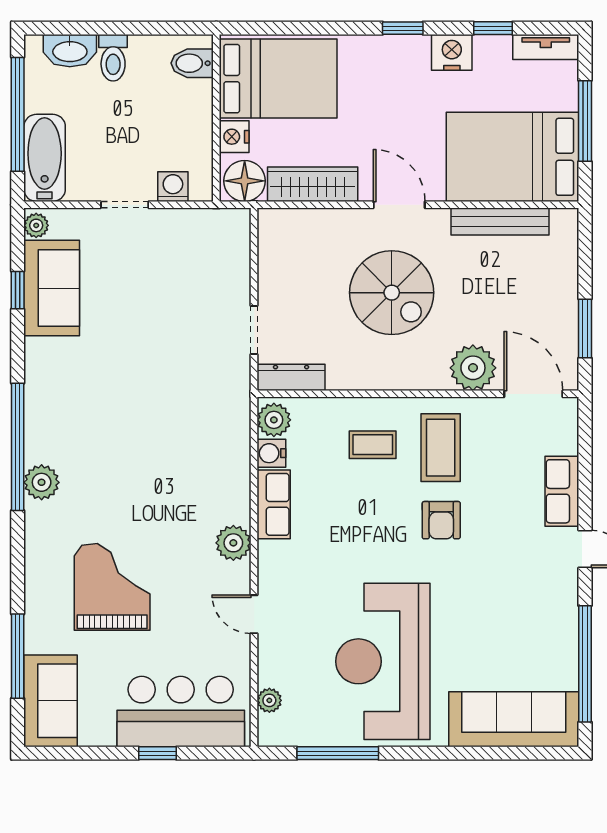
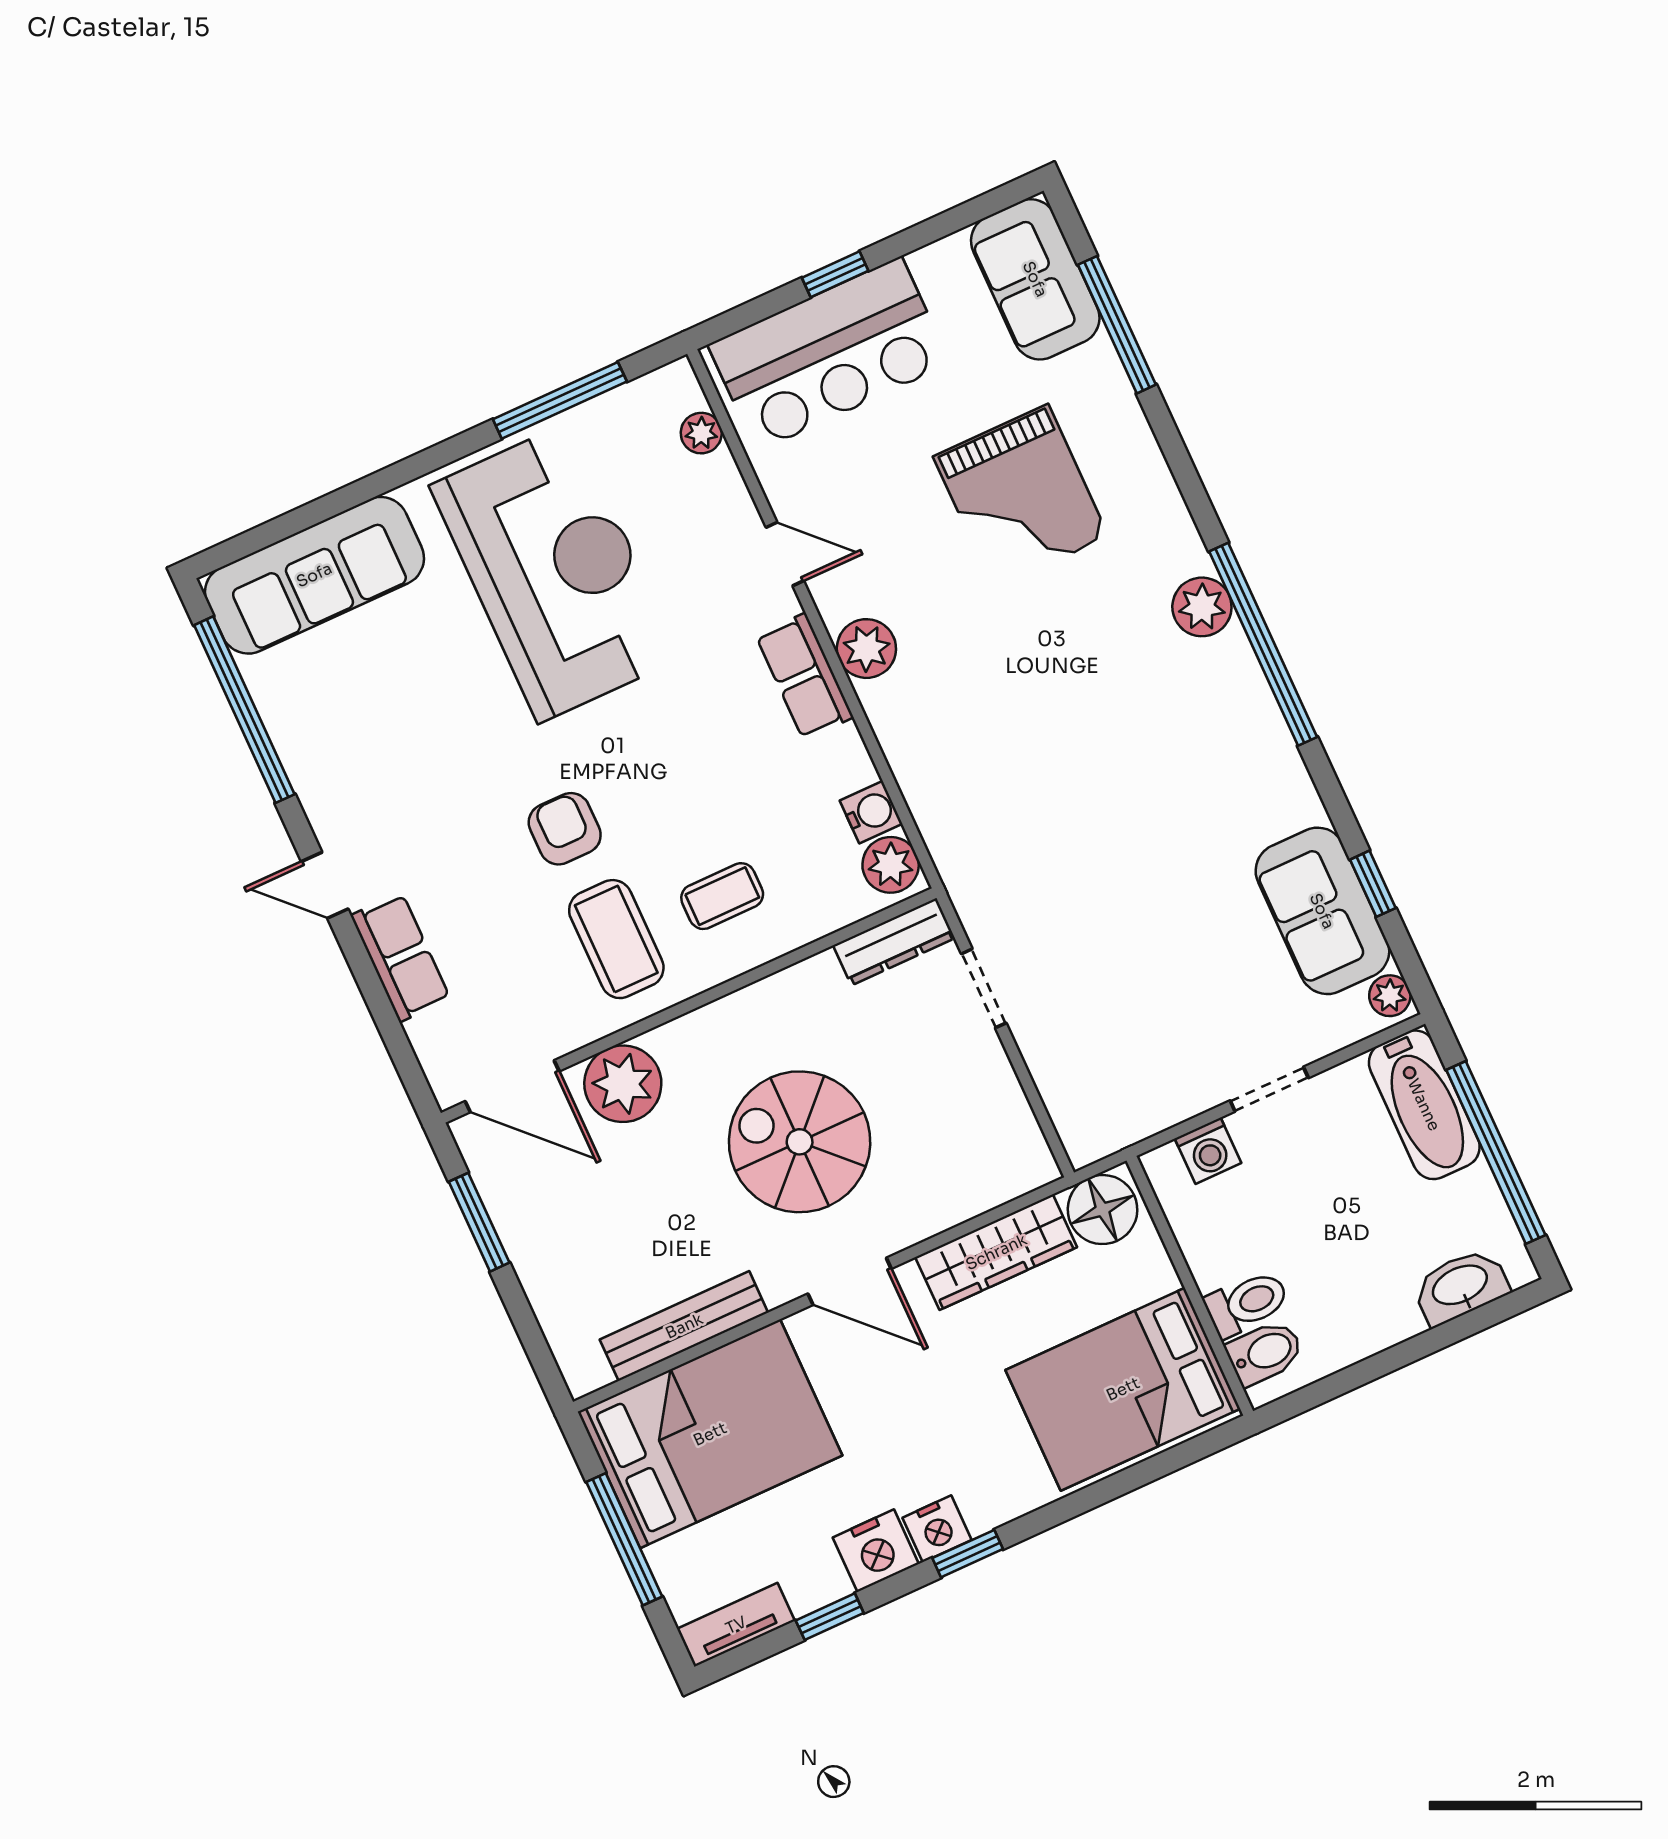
toilet: (113, 58) -> (1247, 1303), moved, turned 90
nightstand: (234, 137) -> (937, 1529), moved, turned 90
row of seats: (274, 504) -> (805, 676), moved

